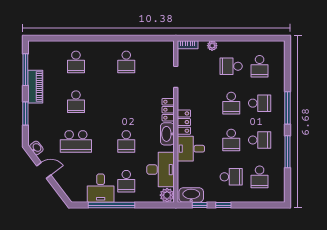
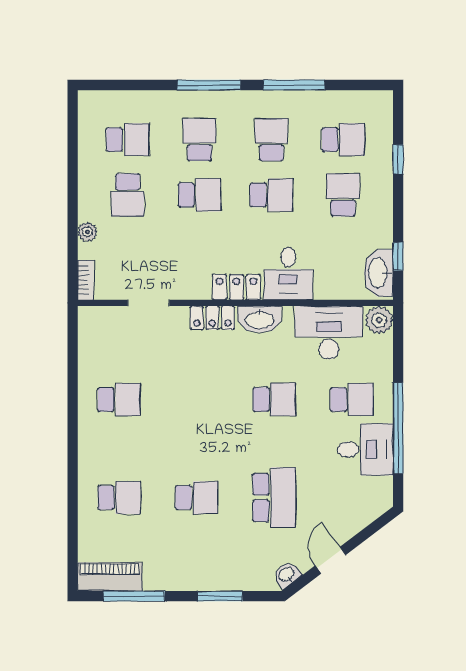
piano: (35, 87) -> (110, 577), moved
window: (223, 205) -> (398, 159), moved

